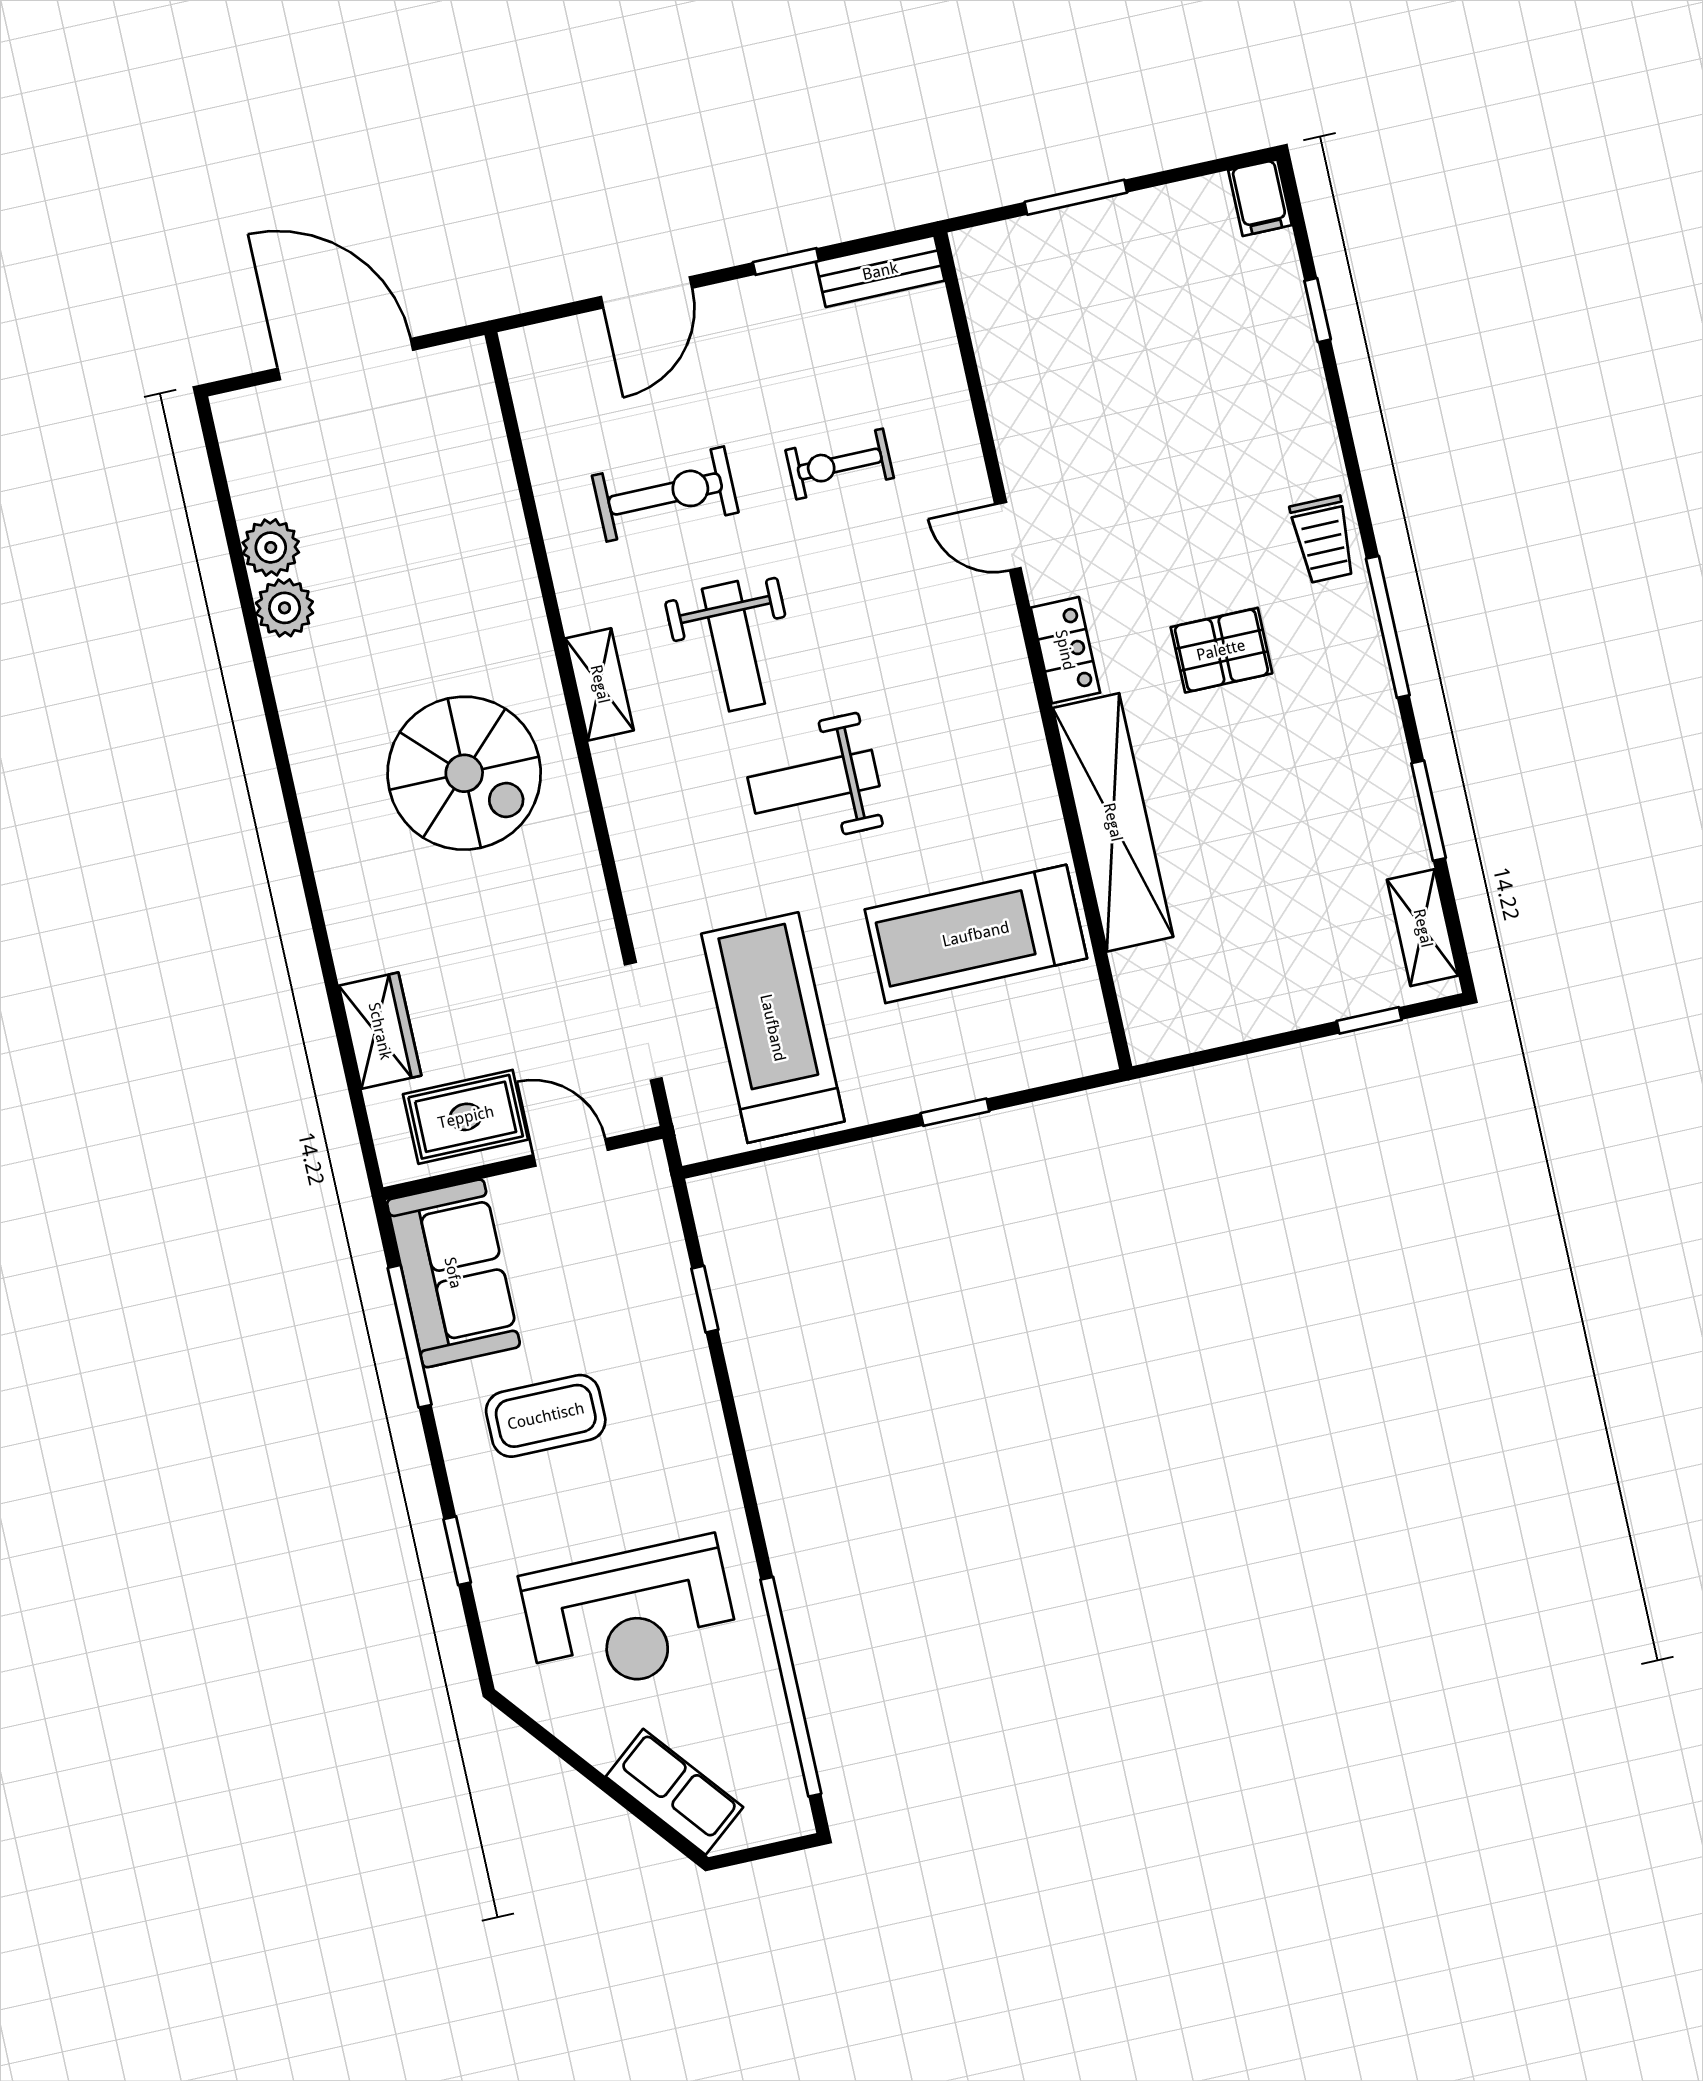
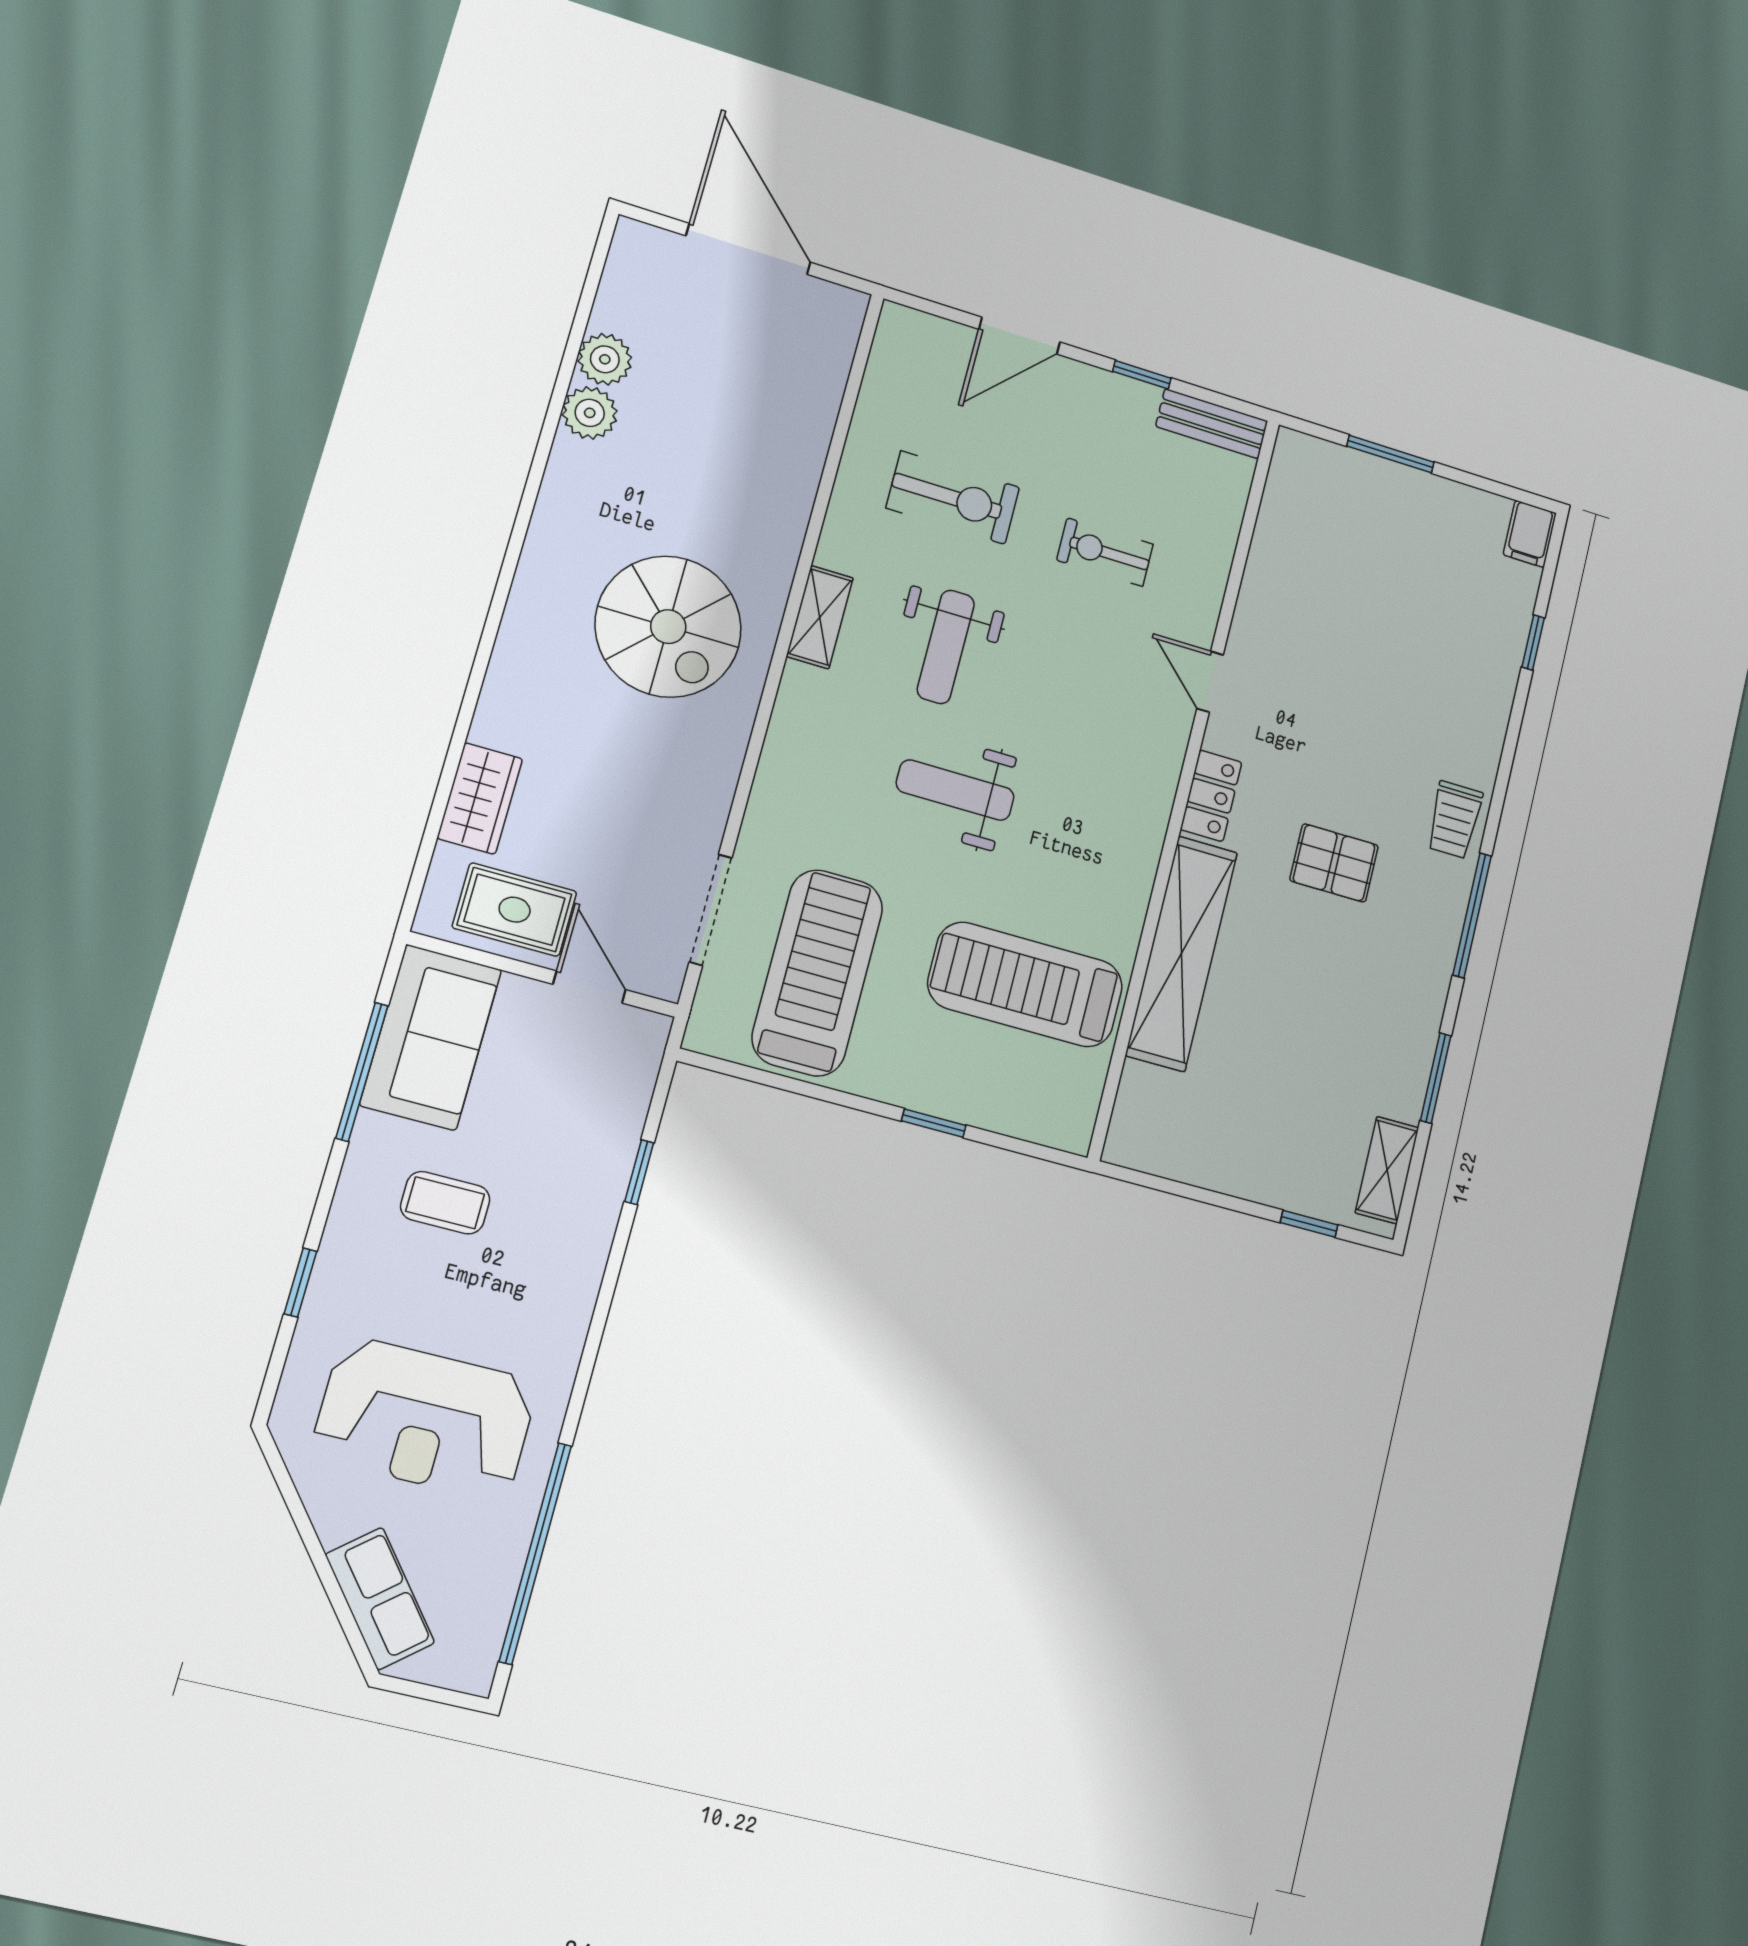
coffee table: (546, 1416) -> (445, 1203), width x0.73, depth x0.77

